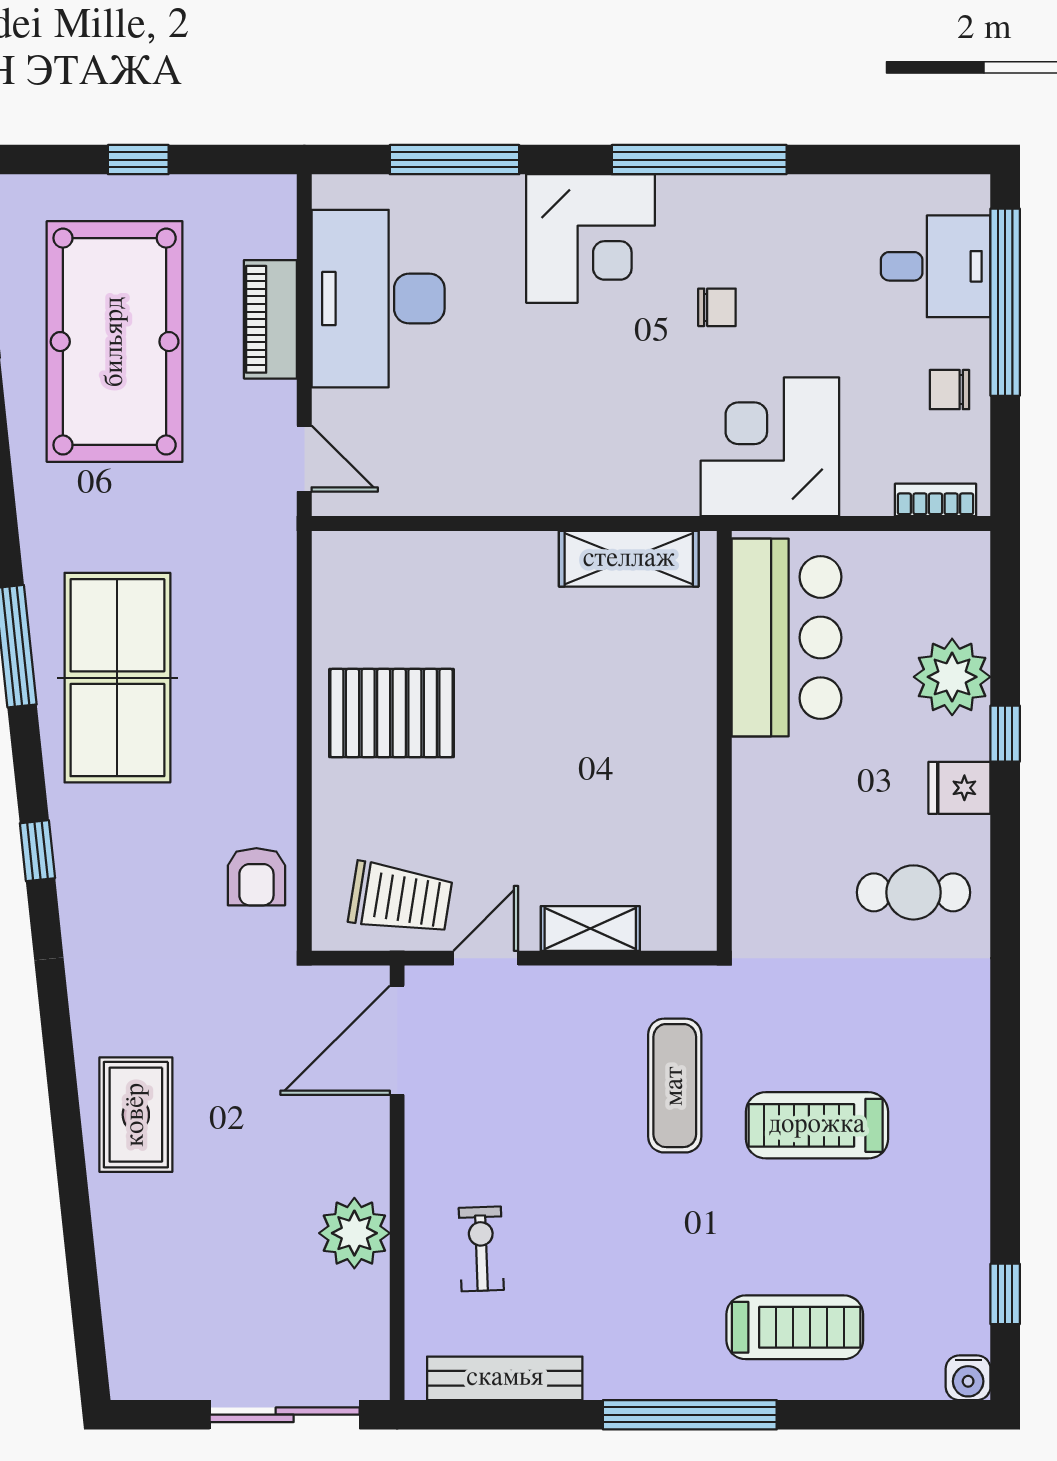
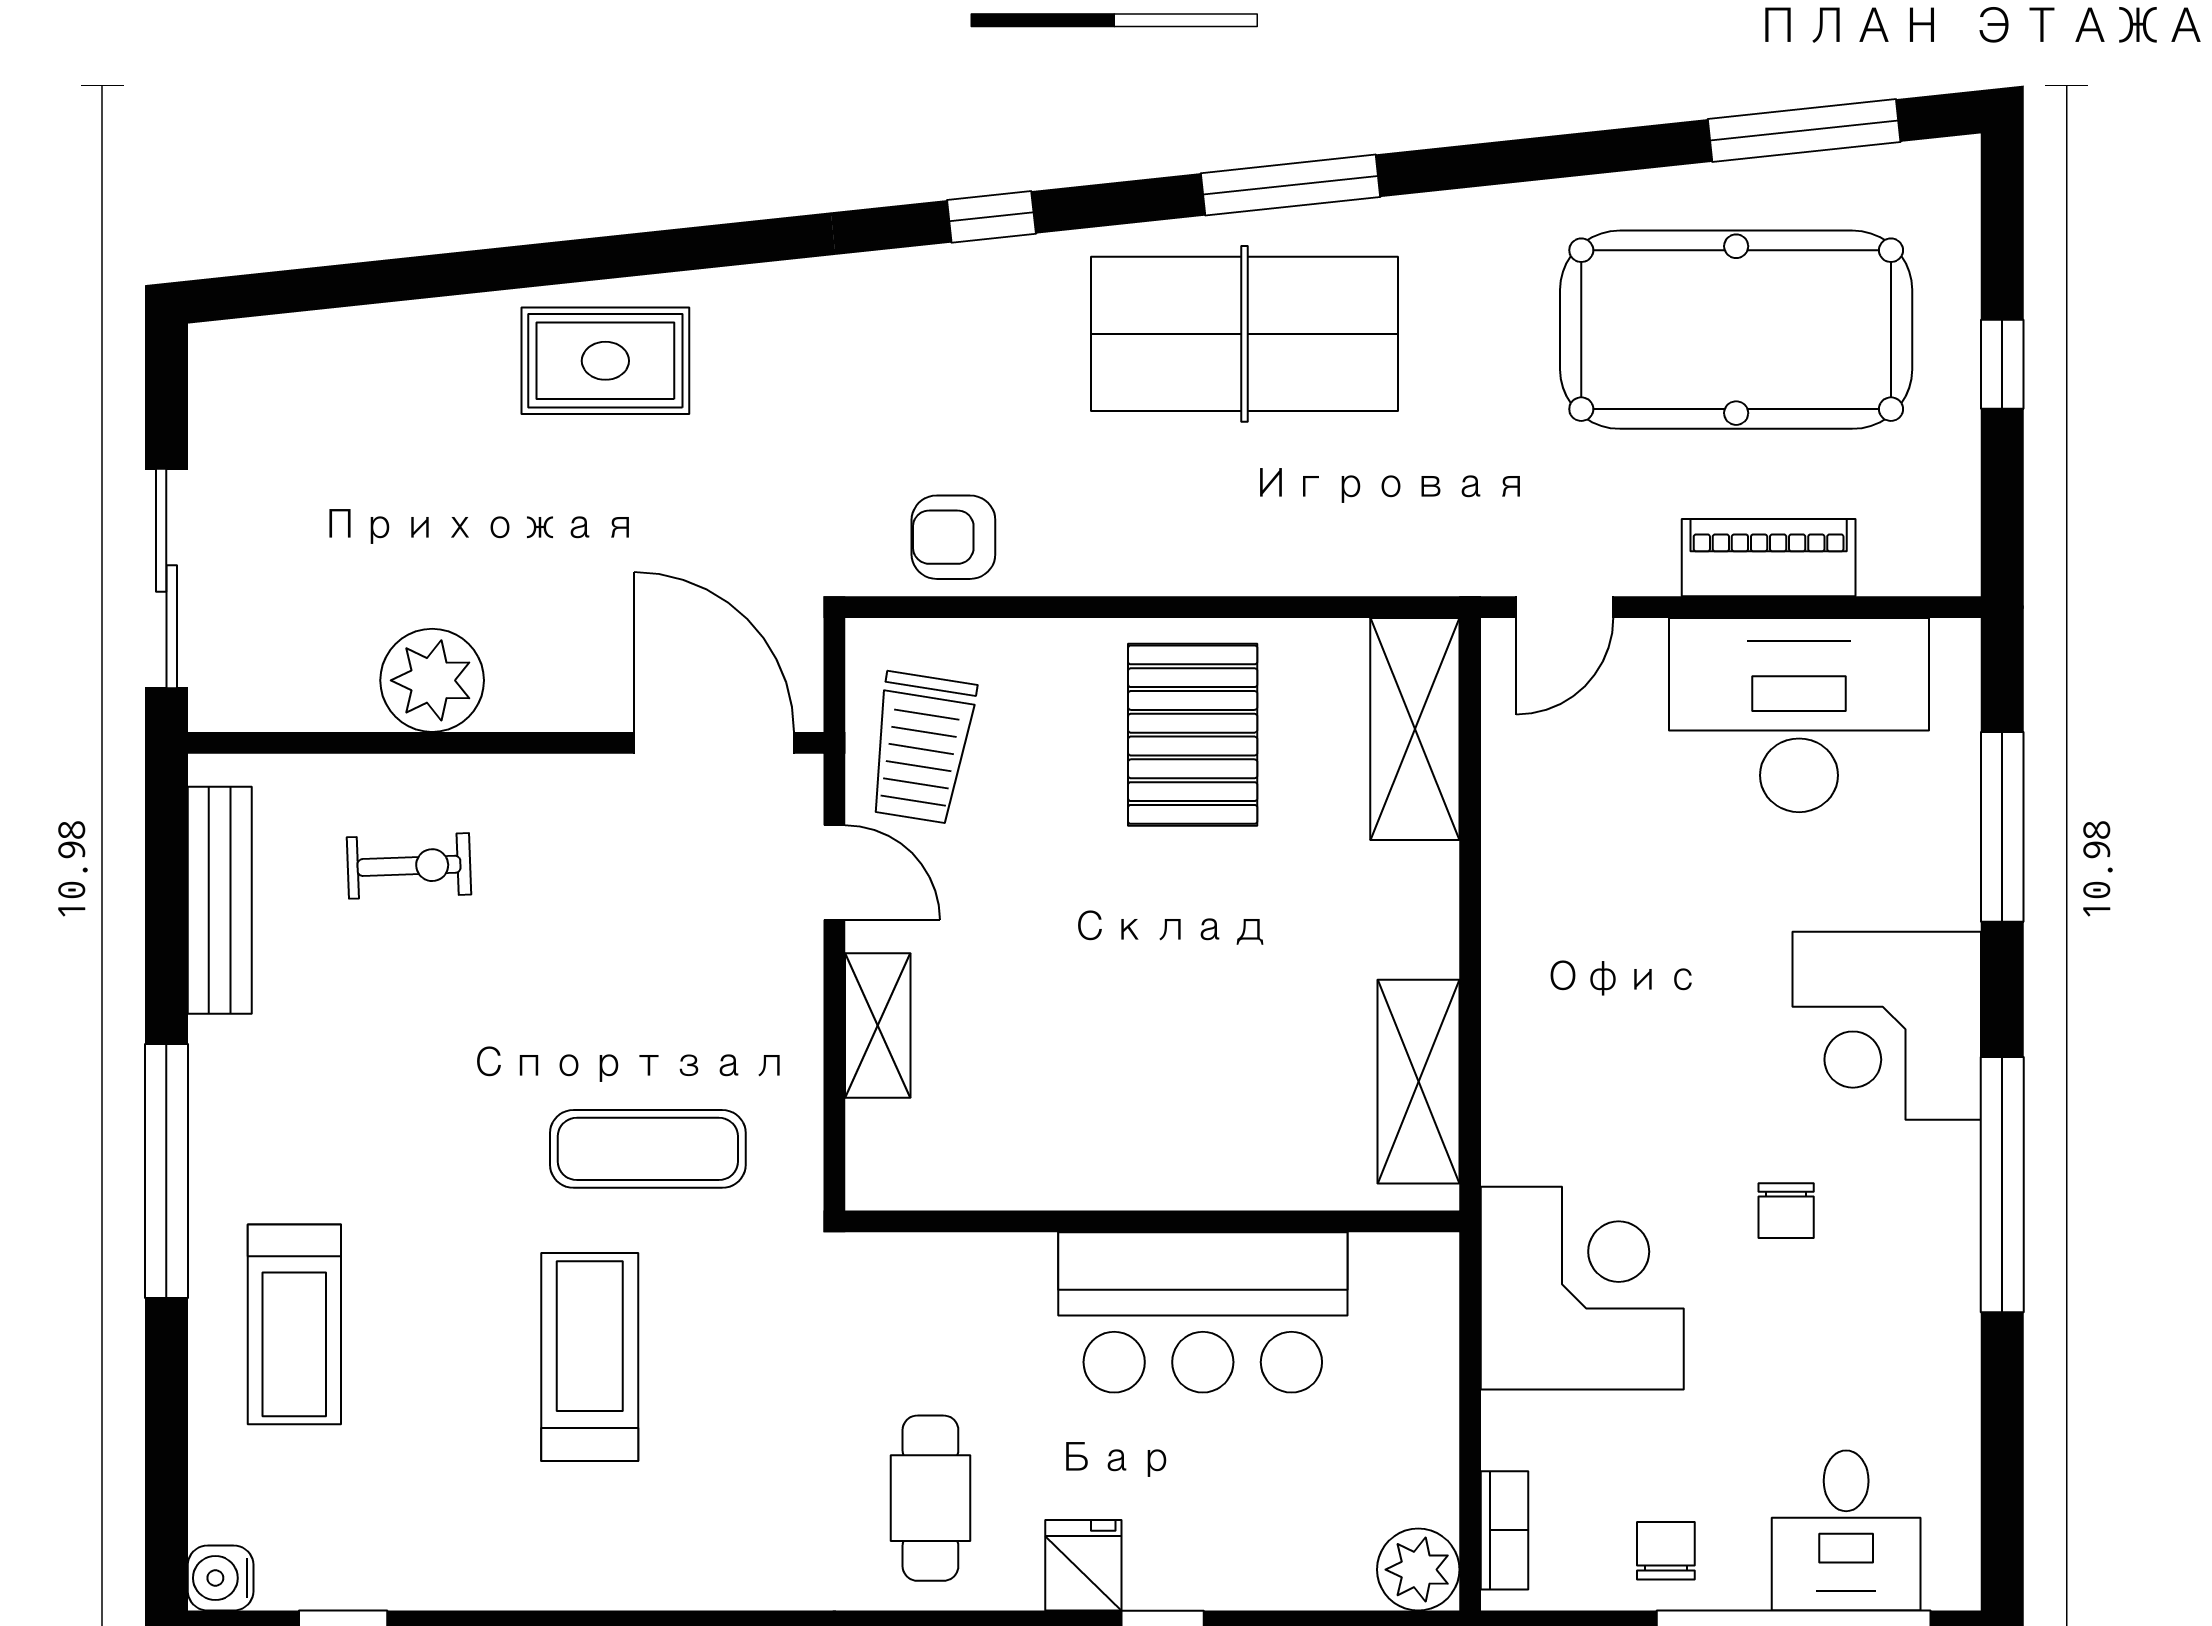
shelving: (388, 561) -> (1415, 729), added
bar counter: (787, 638) -> (1203, 1312), moved
plant: (952, 677) -> (1418, 1570), moved, width x0.73, depth x0.73

